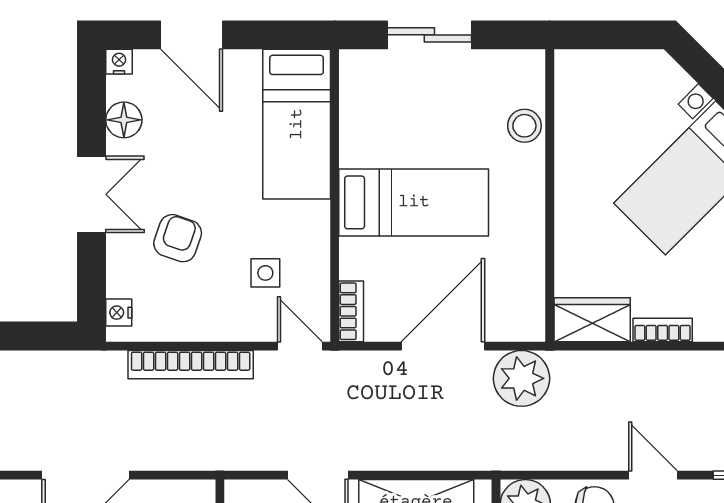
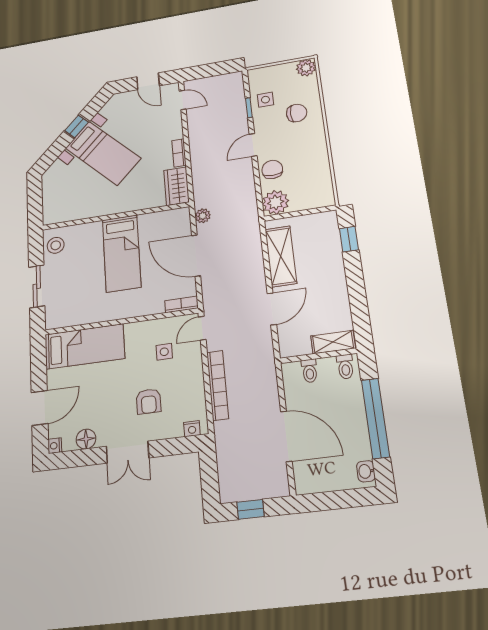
stool: (524, 126) -> (56, 245), moved
double door: (91, 194) -> (127, 452), swing flipped
bed: (414, 202) -> (122, 253), moved, turned 180
armchair: (178, 238) -> (149, 401), turned -109
plant: (522, 378) -> (203, 216), width x0.53, depth x0.53

